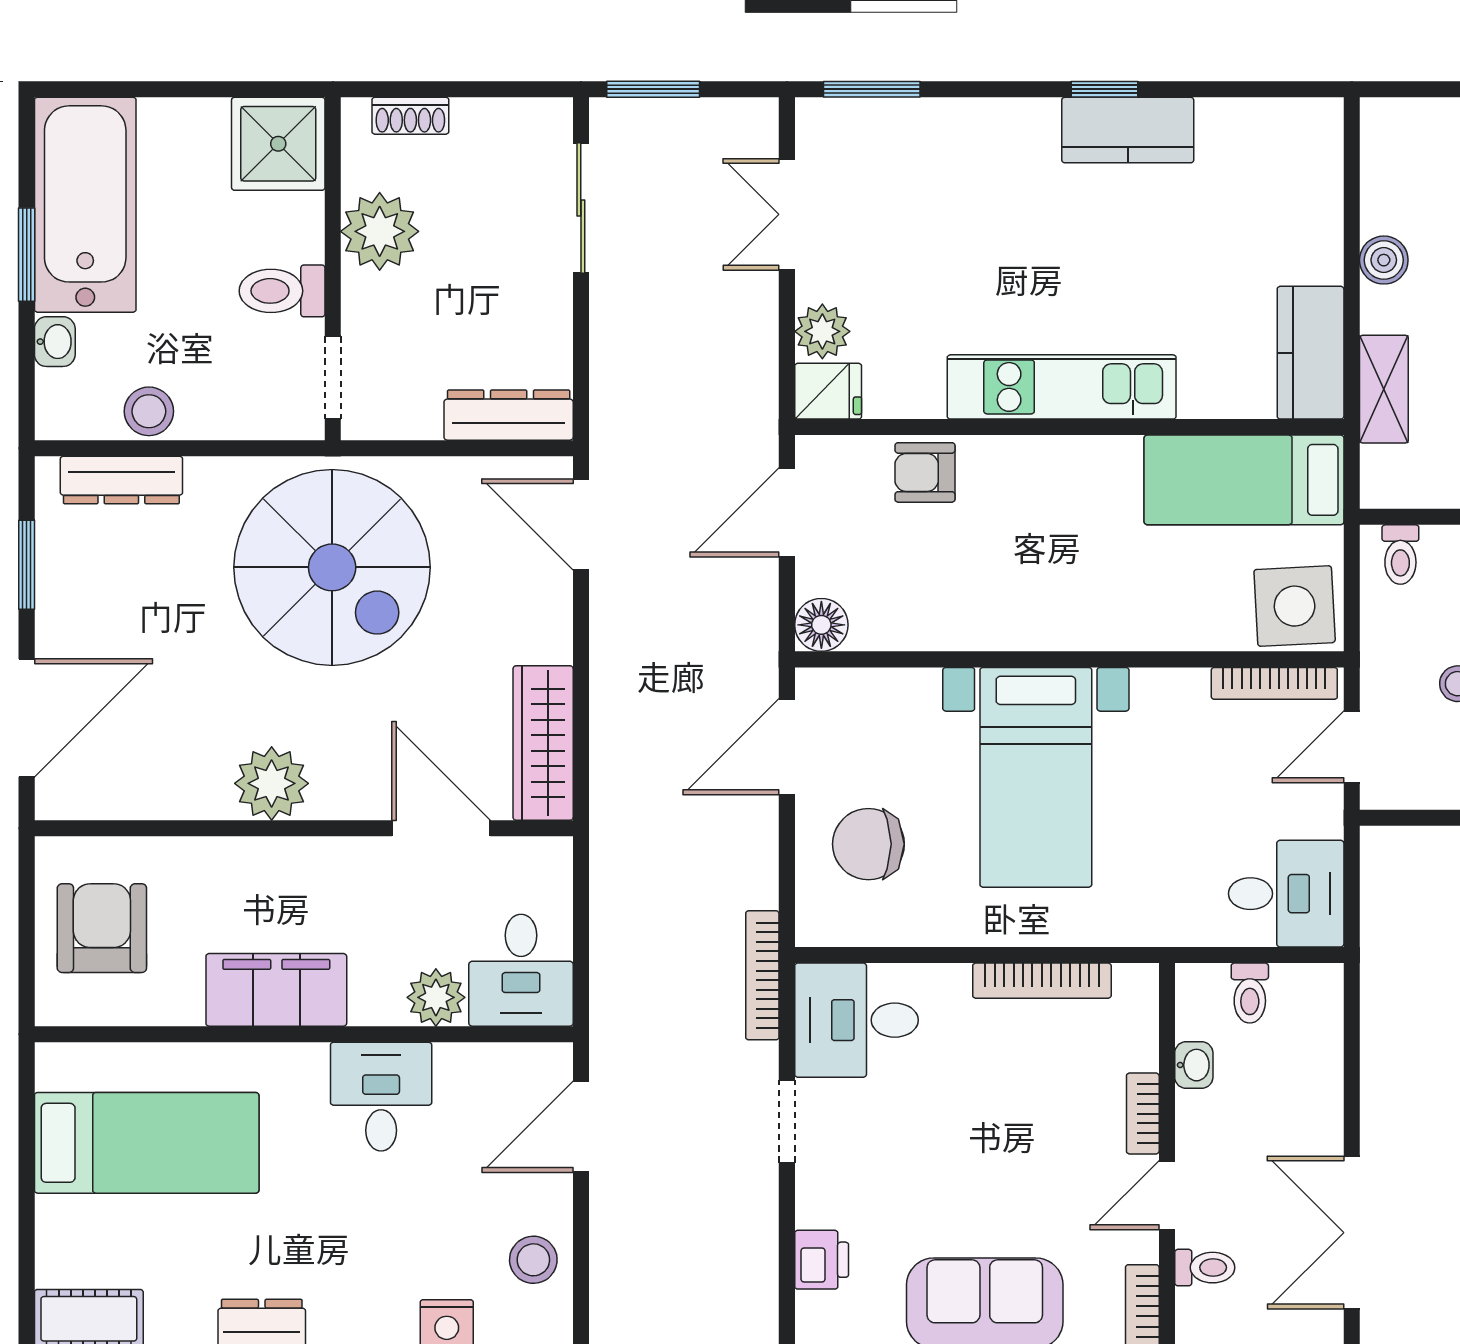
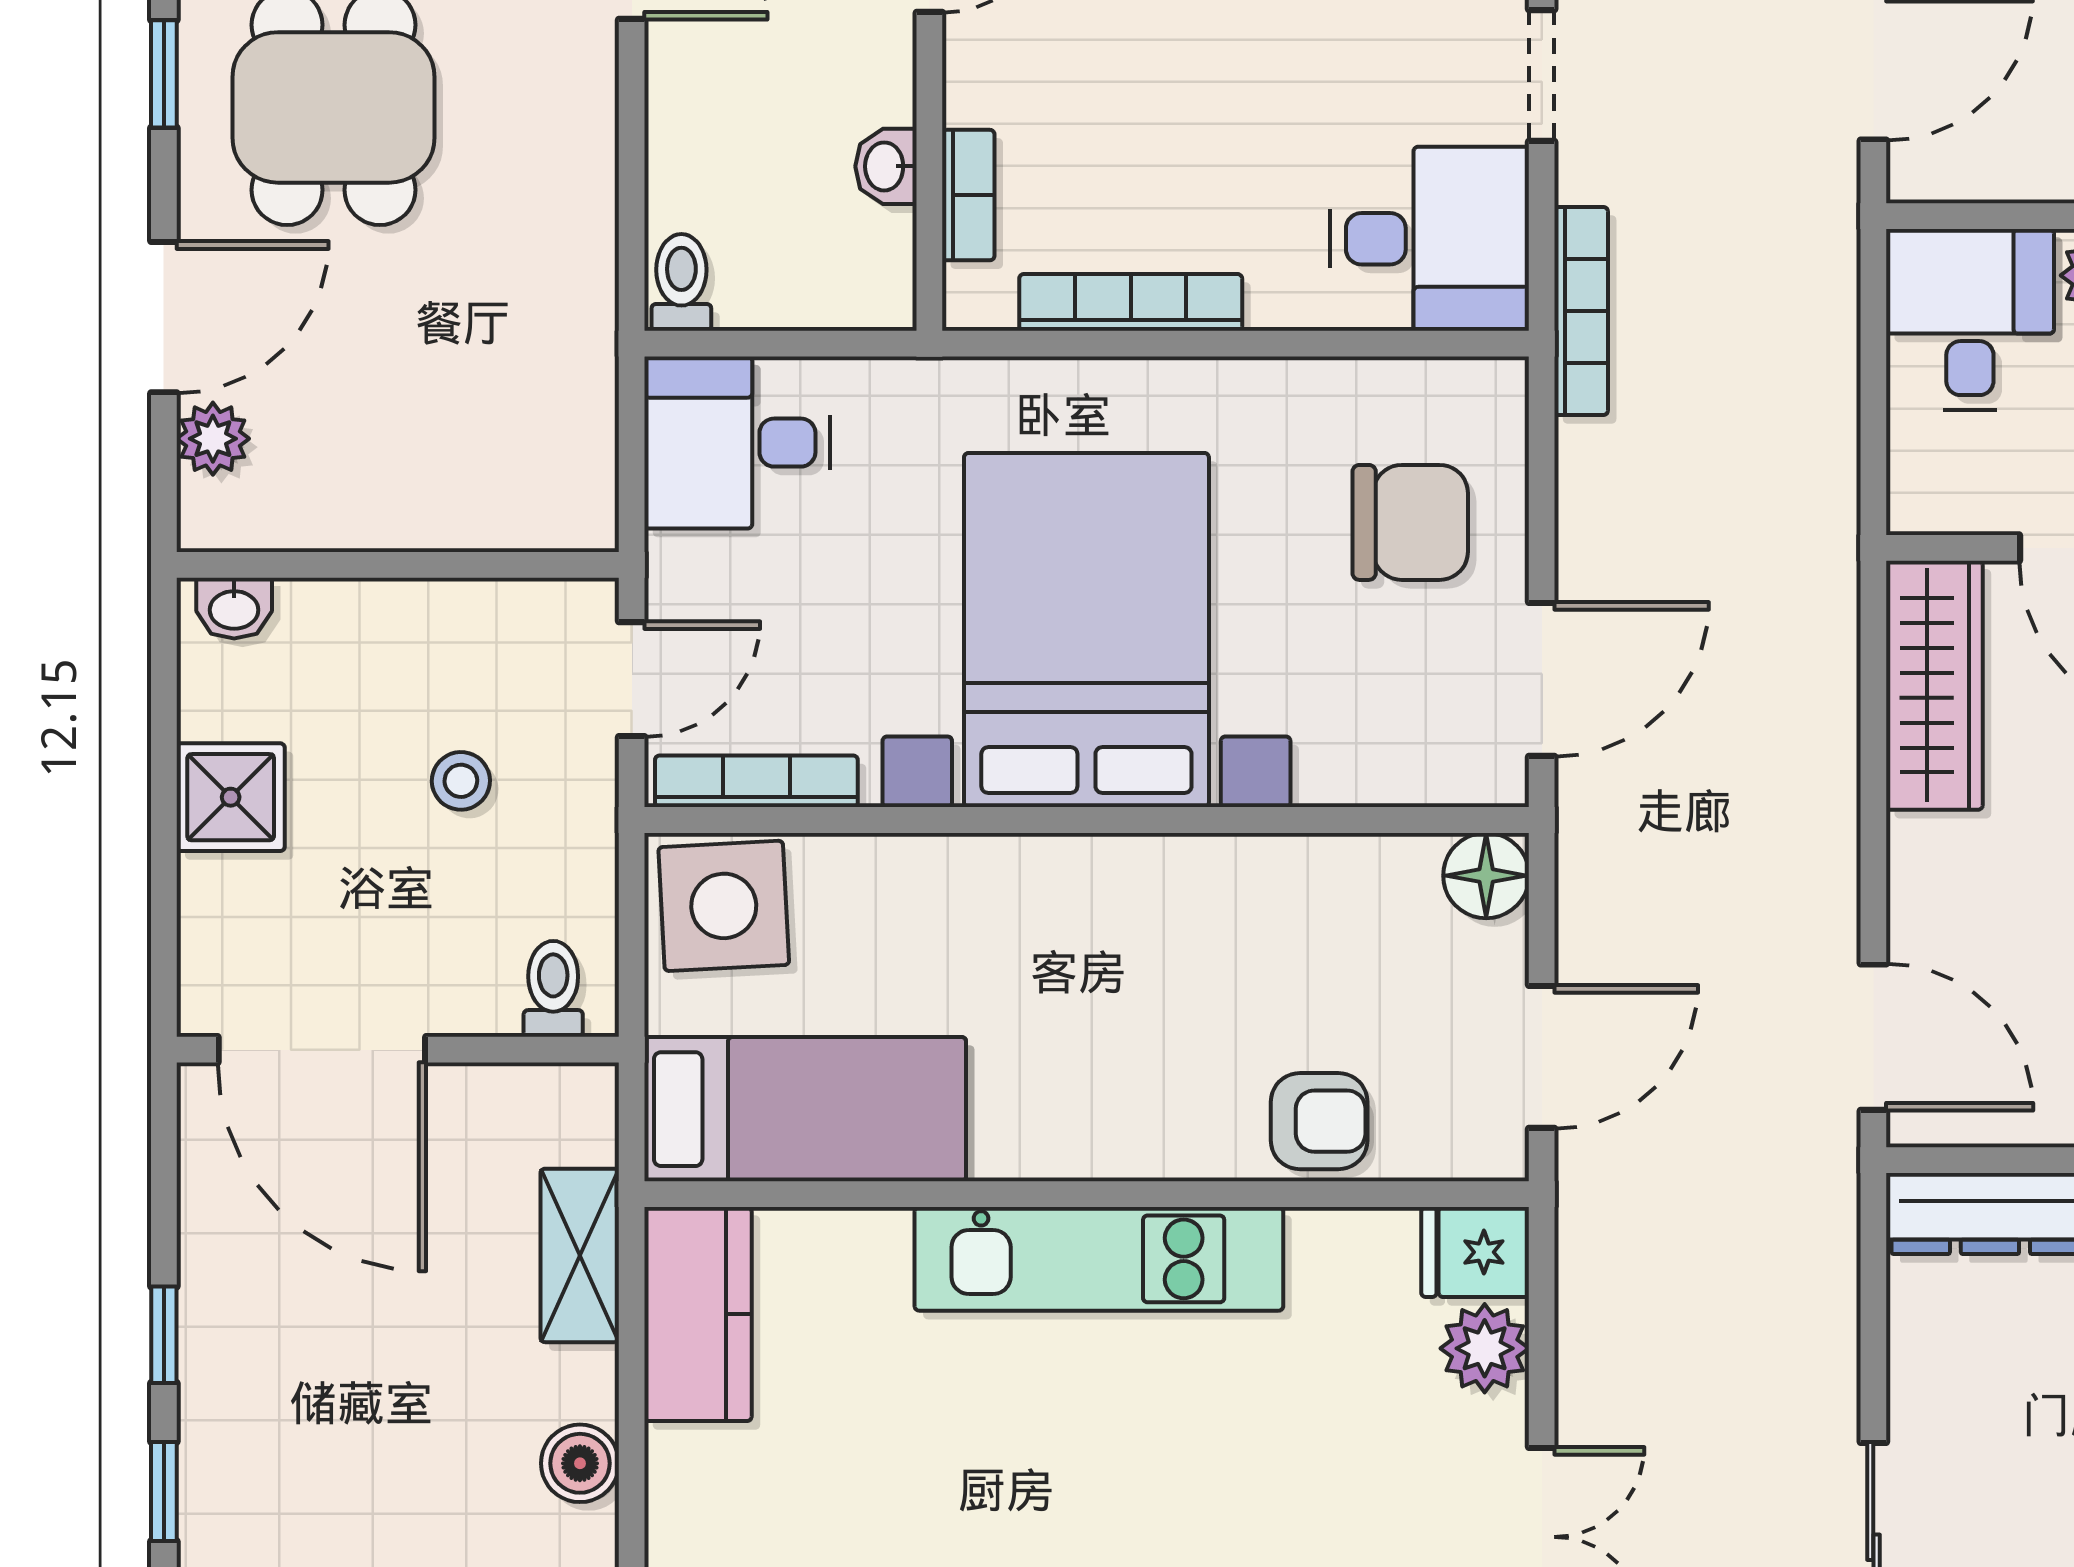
bed with nightstands: (1036, 777) -> (1086, 630), width x1.36
toilet: (1250, 993) -> (681, 282), moved
bookcase: (1143, 1114) -> (968, 195), moved

